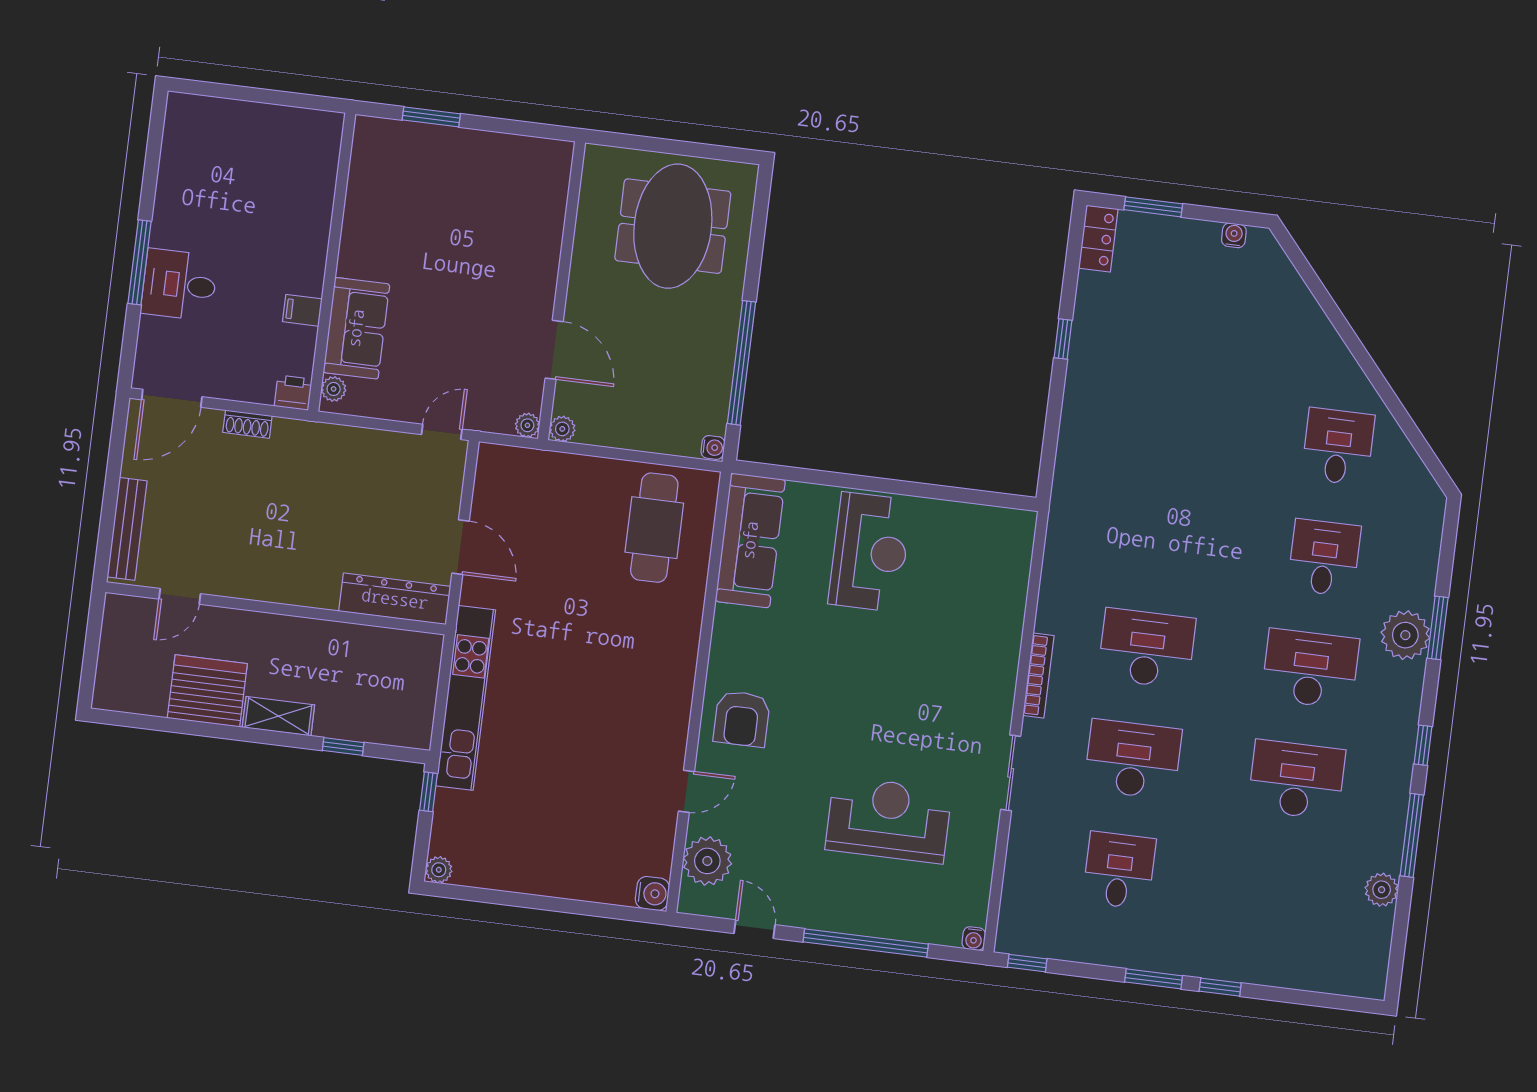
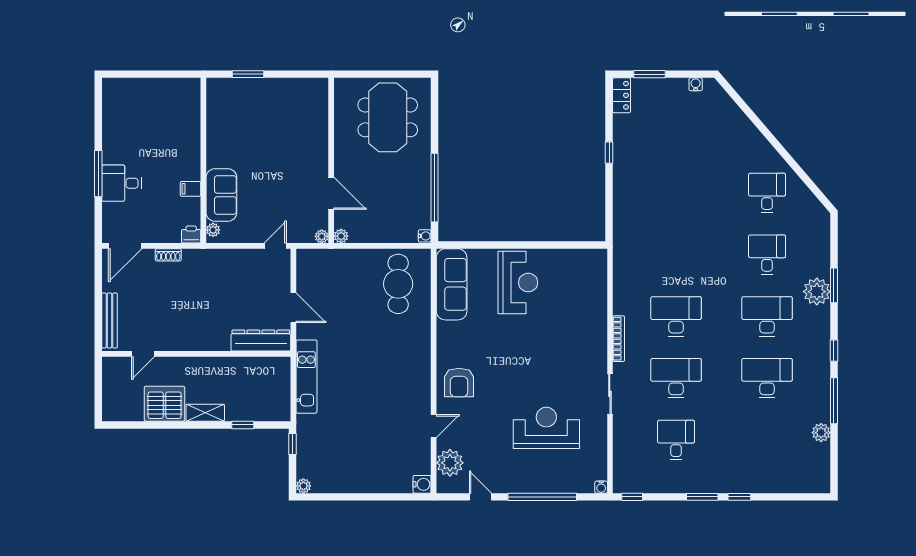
kitchen unit: (466, 698) -> (306, 377), width x0.73

